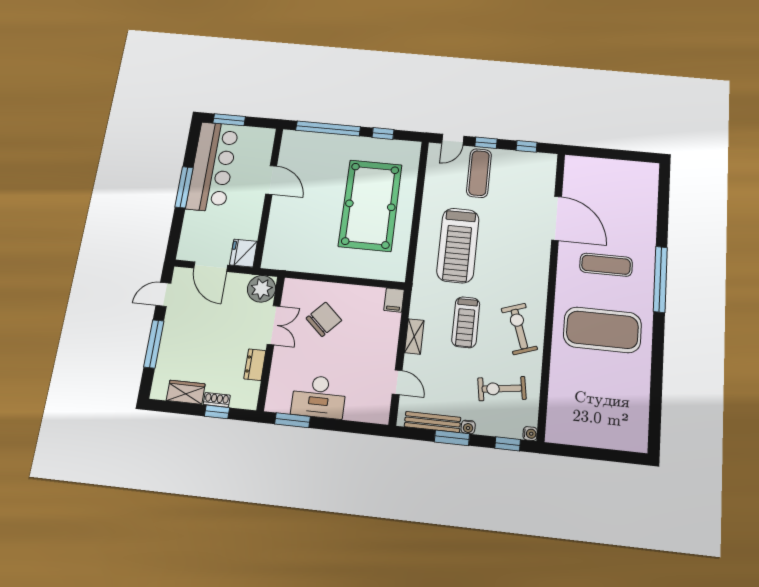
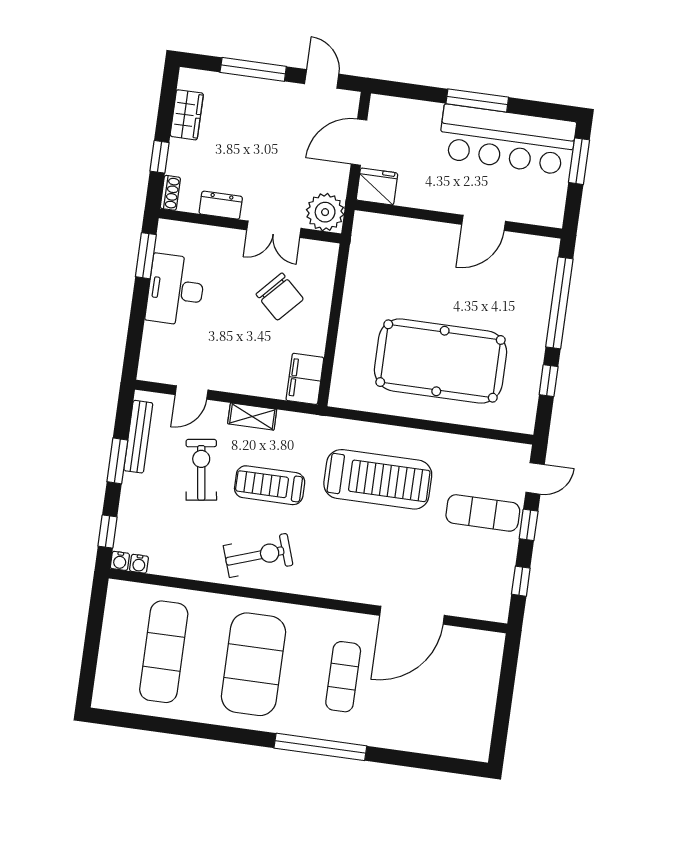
door: (453, 140) -> (535, 478), swing flipped
treadmill: (458, 245) -> (378, 479), turned 180
filing cabinet: (394, 300) -> (305, 379), width x2.00
exercise bike: (502, 389) -> (201, 470), moved
exercise mat: (599, 398) -> (164, 652), added
shoe rack: (217, 400) -> (170, 193), moved
water cooler: (468, 427) -> (139, 564), moved, turned -90

